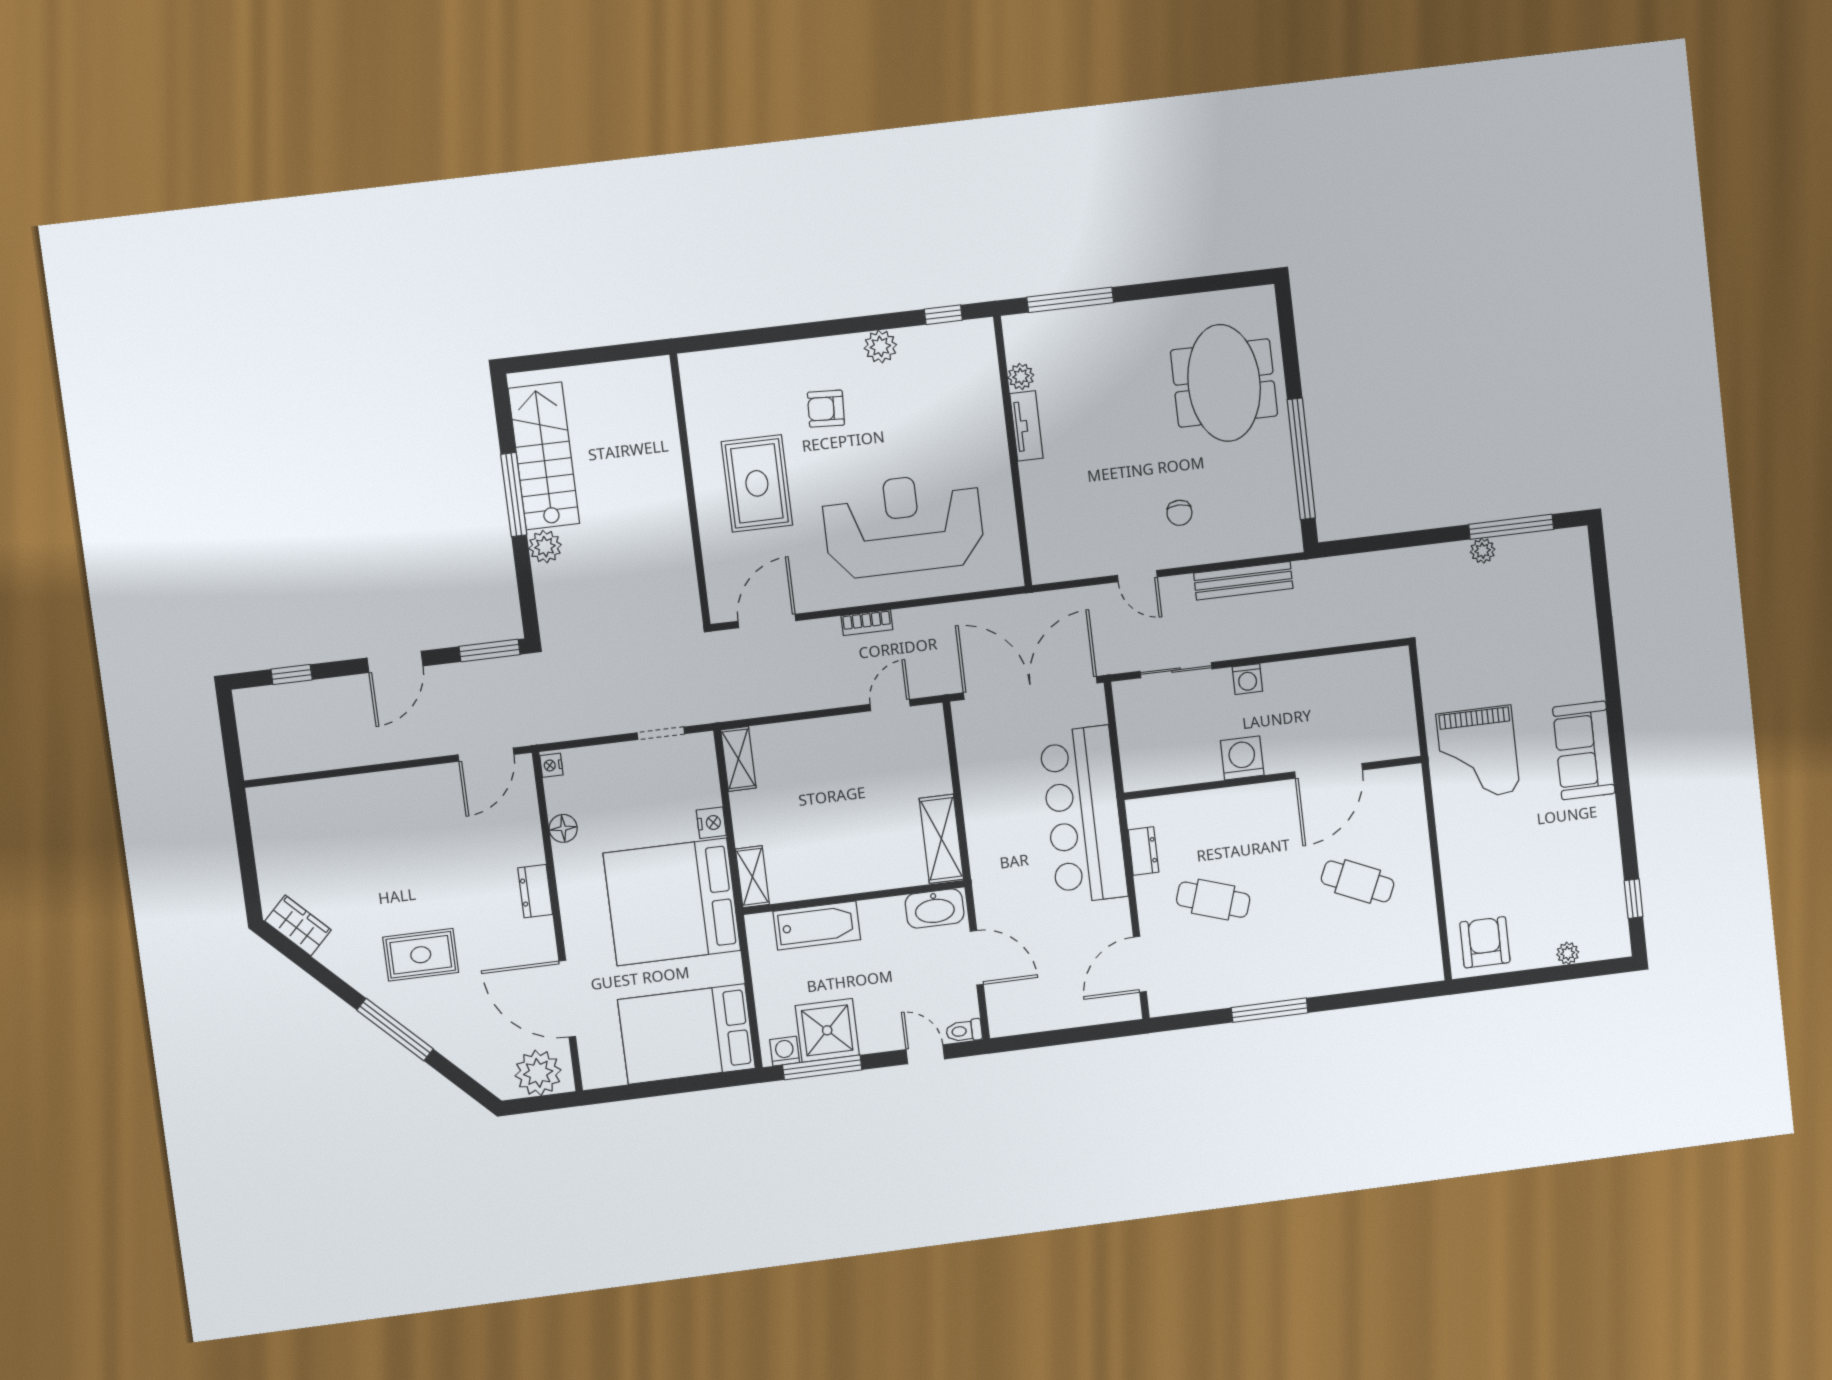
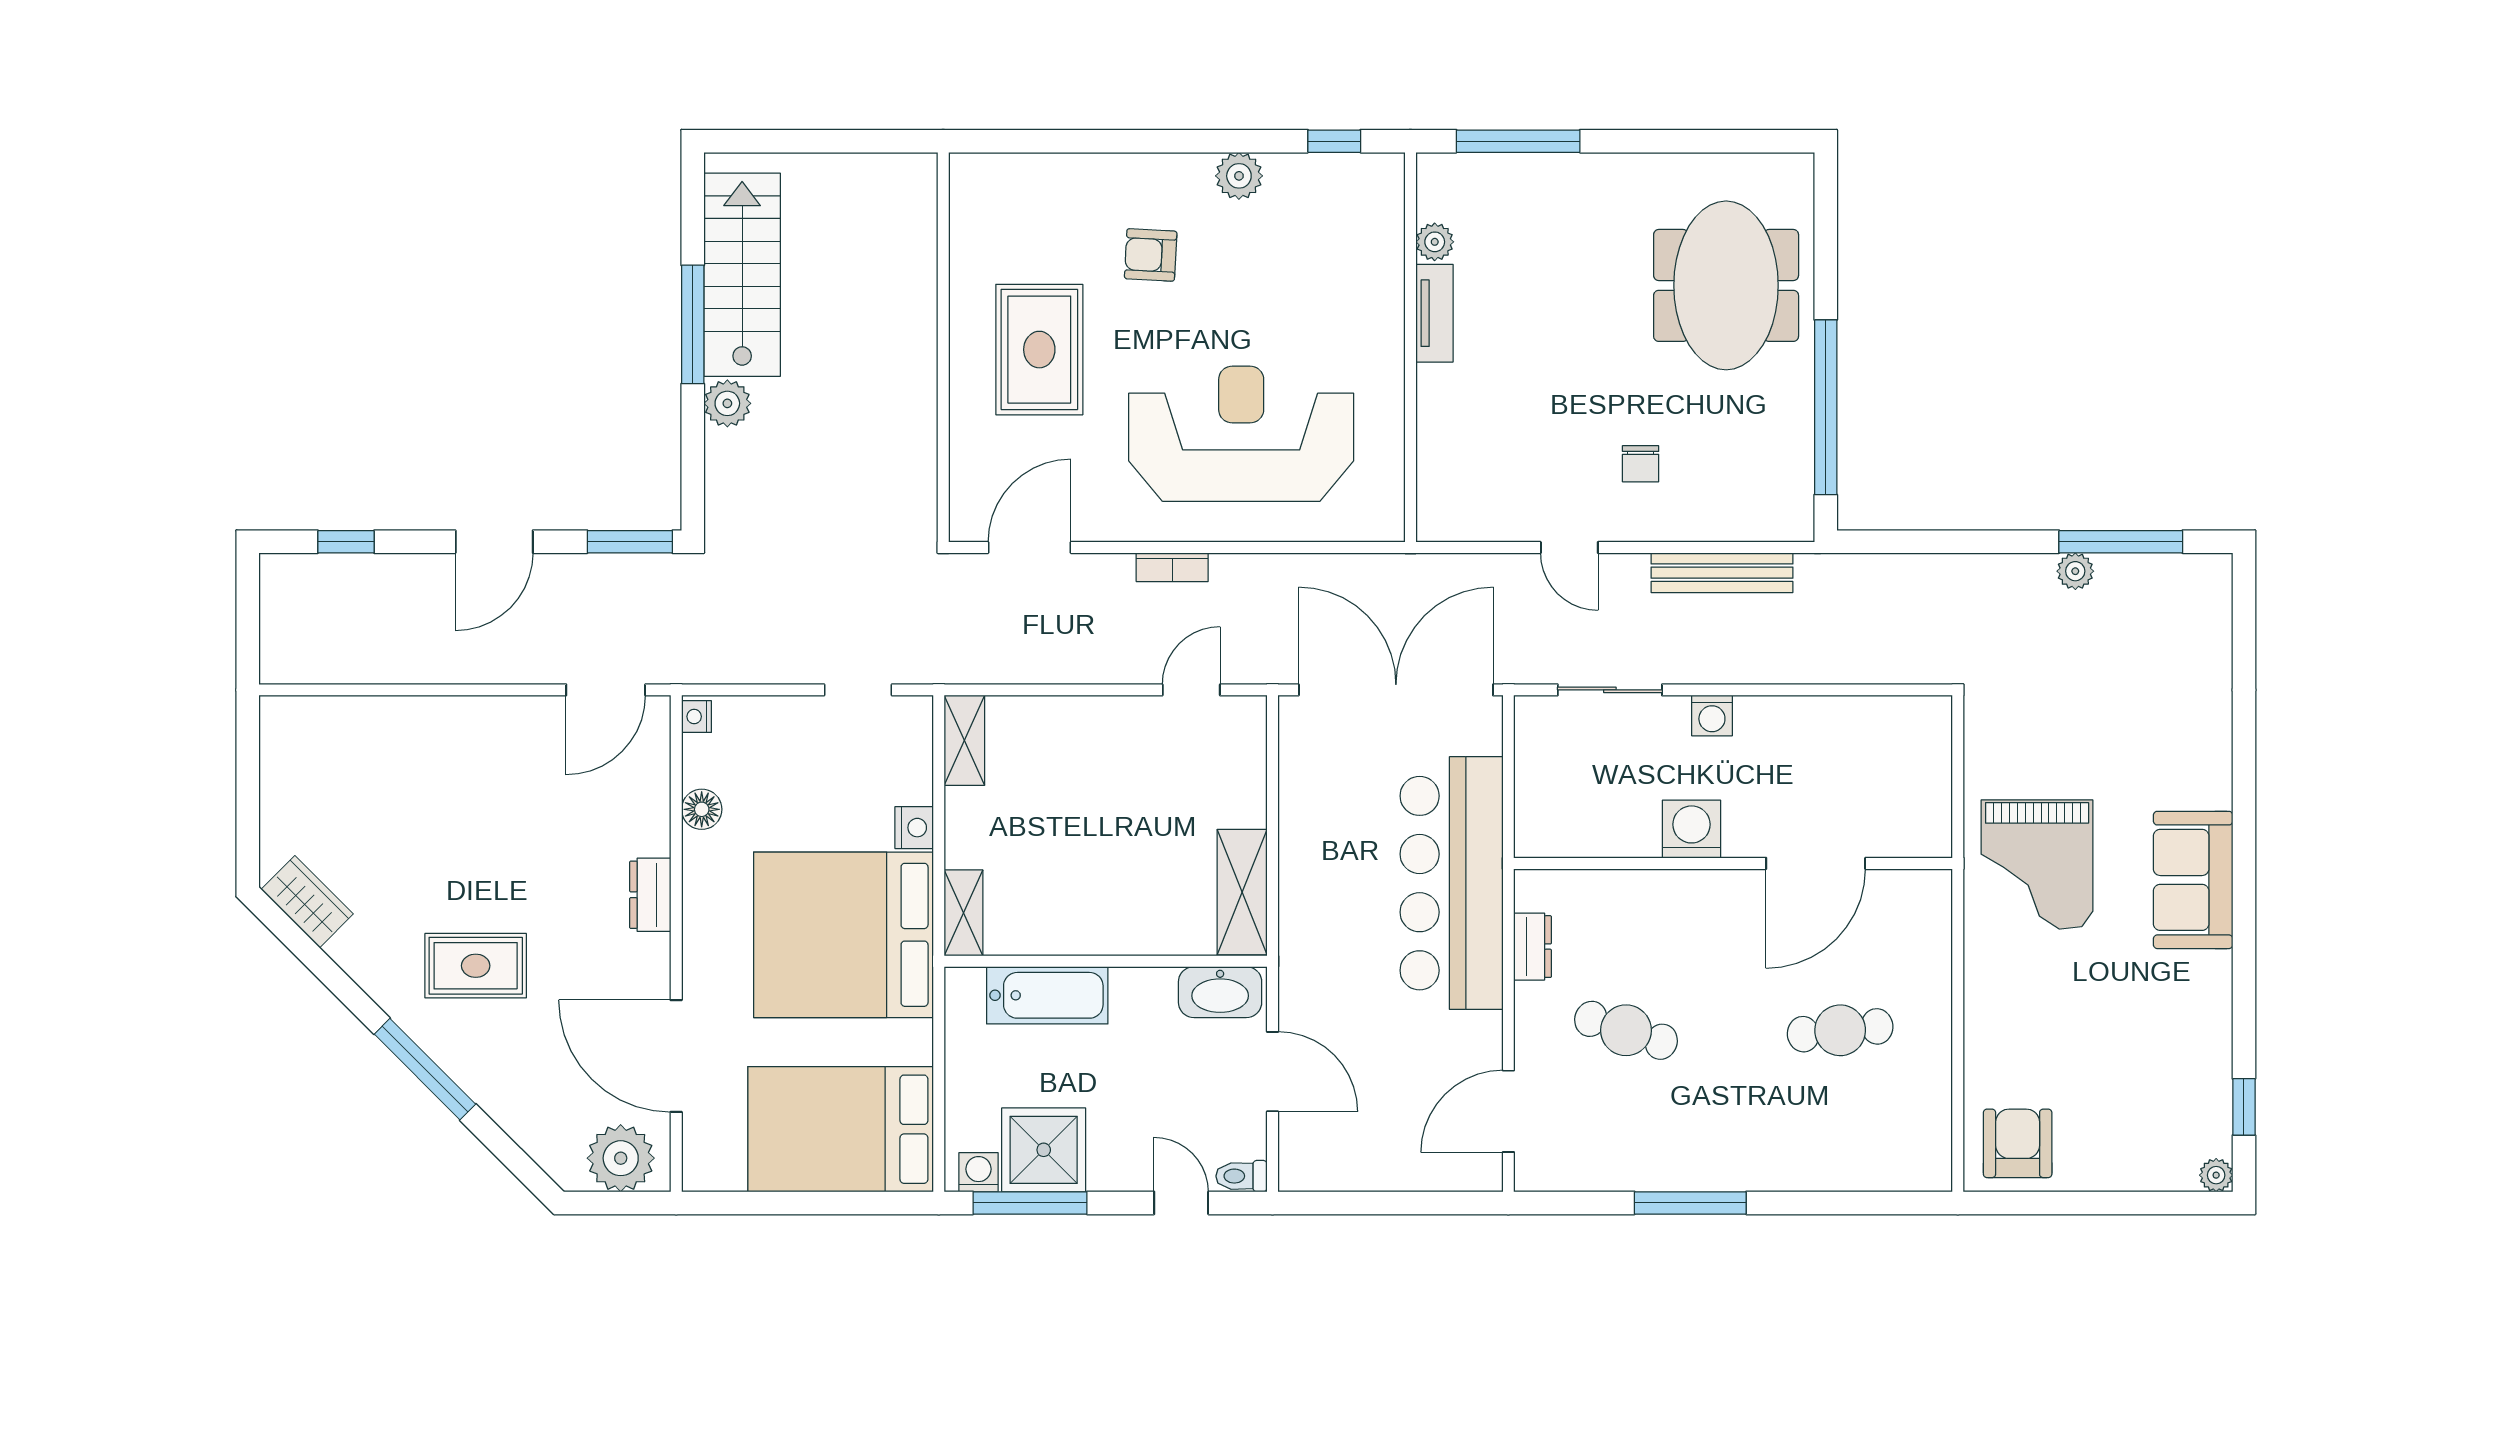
cafe table: (1358, 881) -> (1840, 1030), turned -30
plant: (1568, 953) -> (2216, 1175), moved

